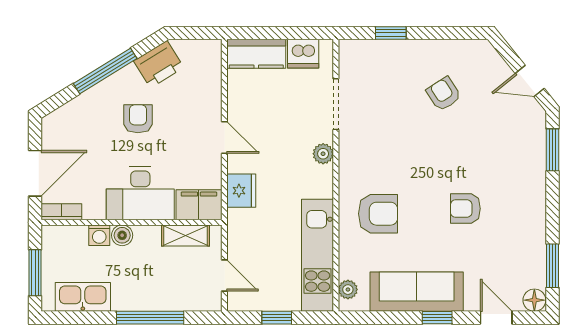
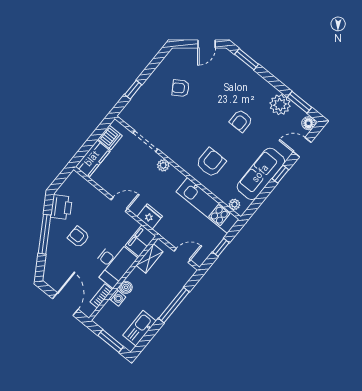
bookcase: (61, 212) -> (101, 296), moved
plant: (529, 243) -> (280, 105), added

